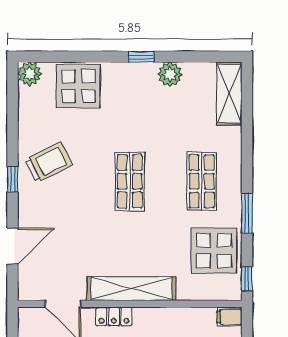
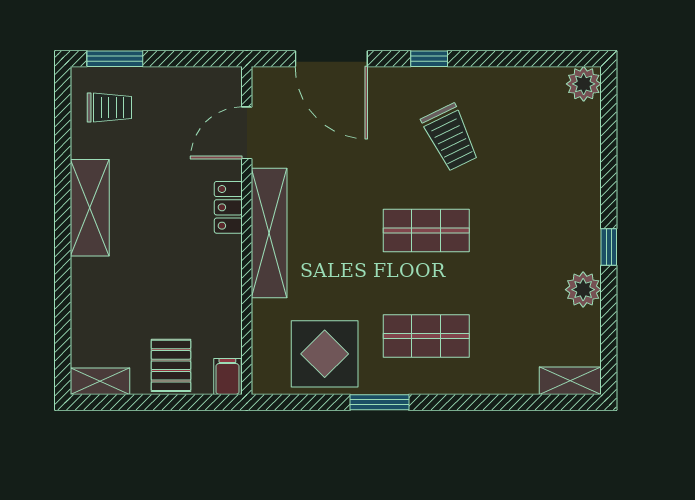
display table: (78, 86) -> (566, 155), removed
shelving: (229, 94) -> (570, 381), width x0.67, depth x0.75
trolley: (48, 163) -> (450, 137), moved
door: (13, 246) -> (331, 59), width x1.36
window: (247, 279) -> (284, 402), removed

